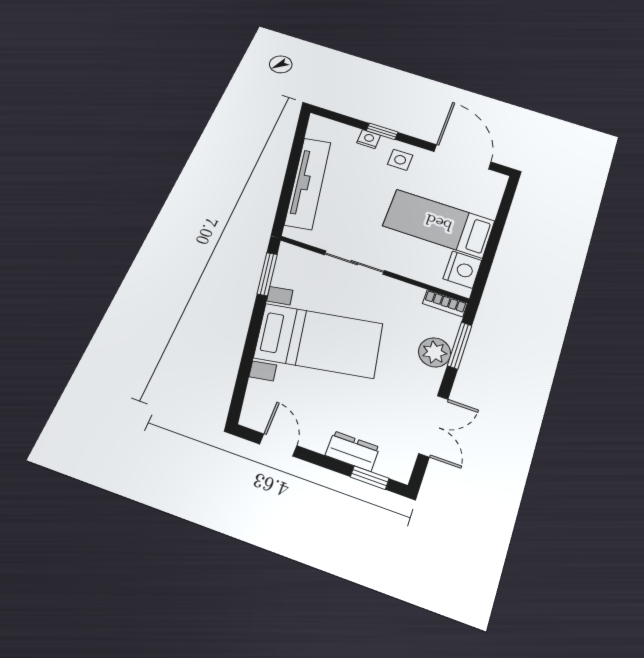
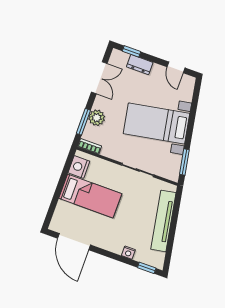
window: (382, 131) -> (147, 268), moved
side table: (400, 160) -> (110, 238), removed
double door: (433, 426) -> (99, 78), swing flipped

